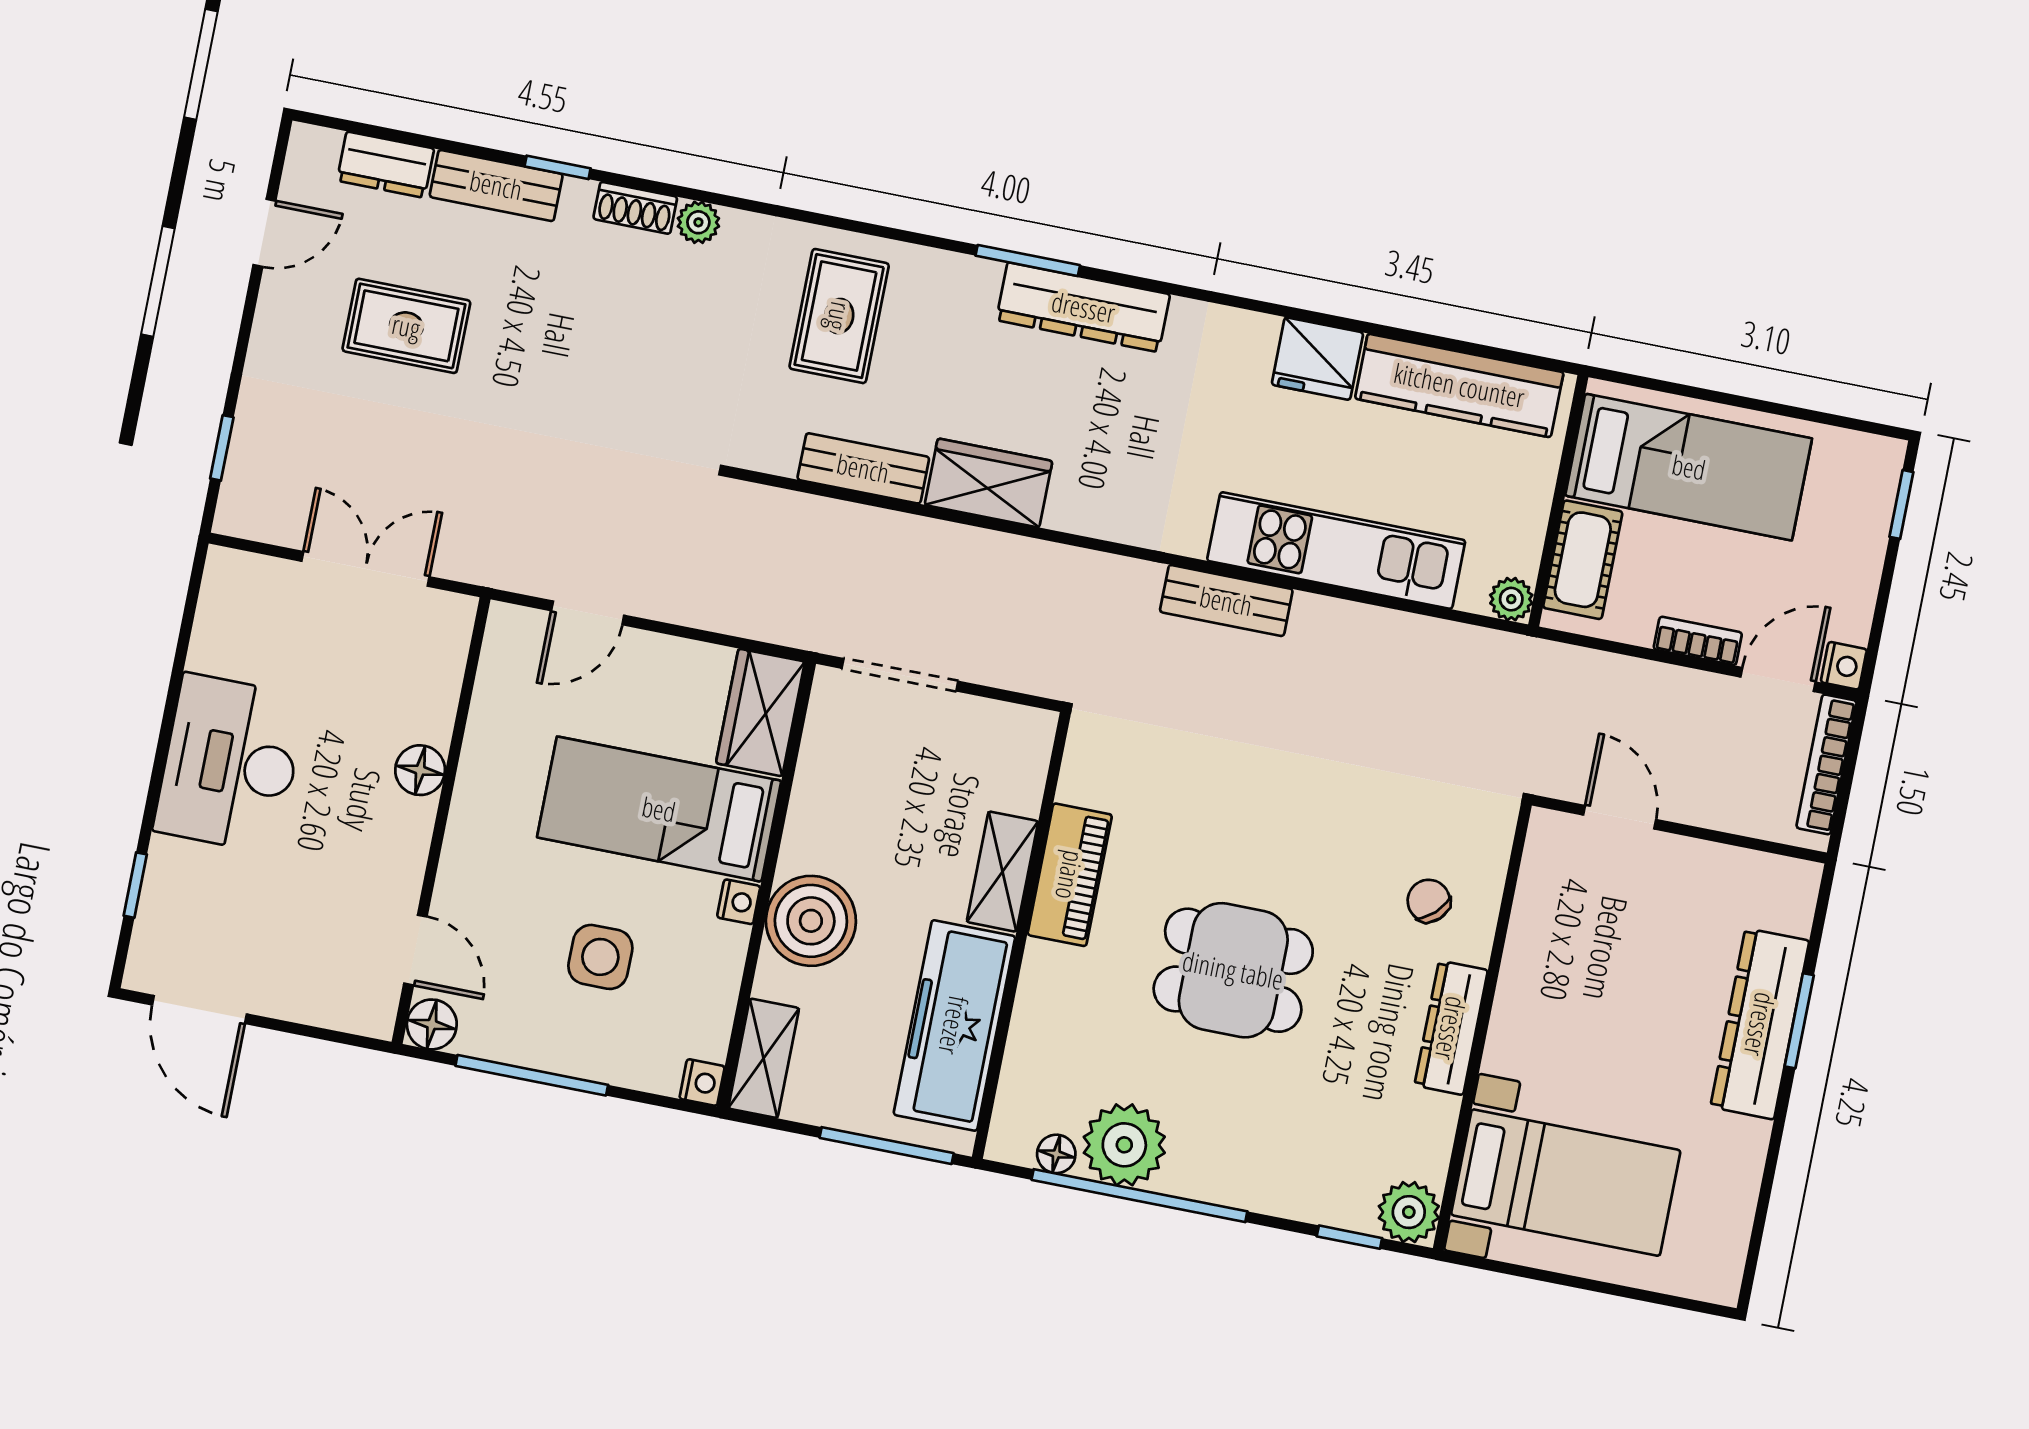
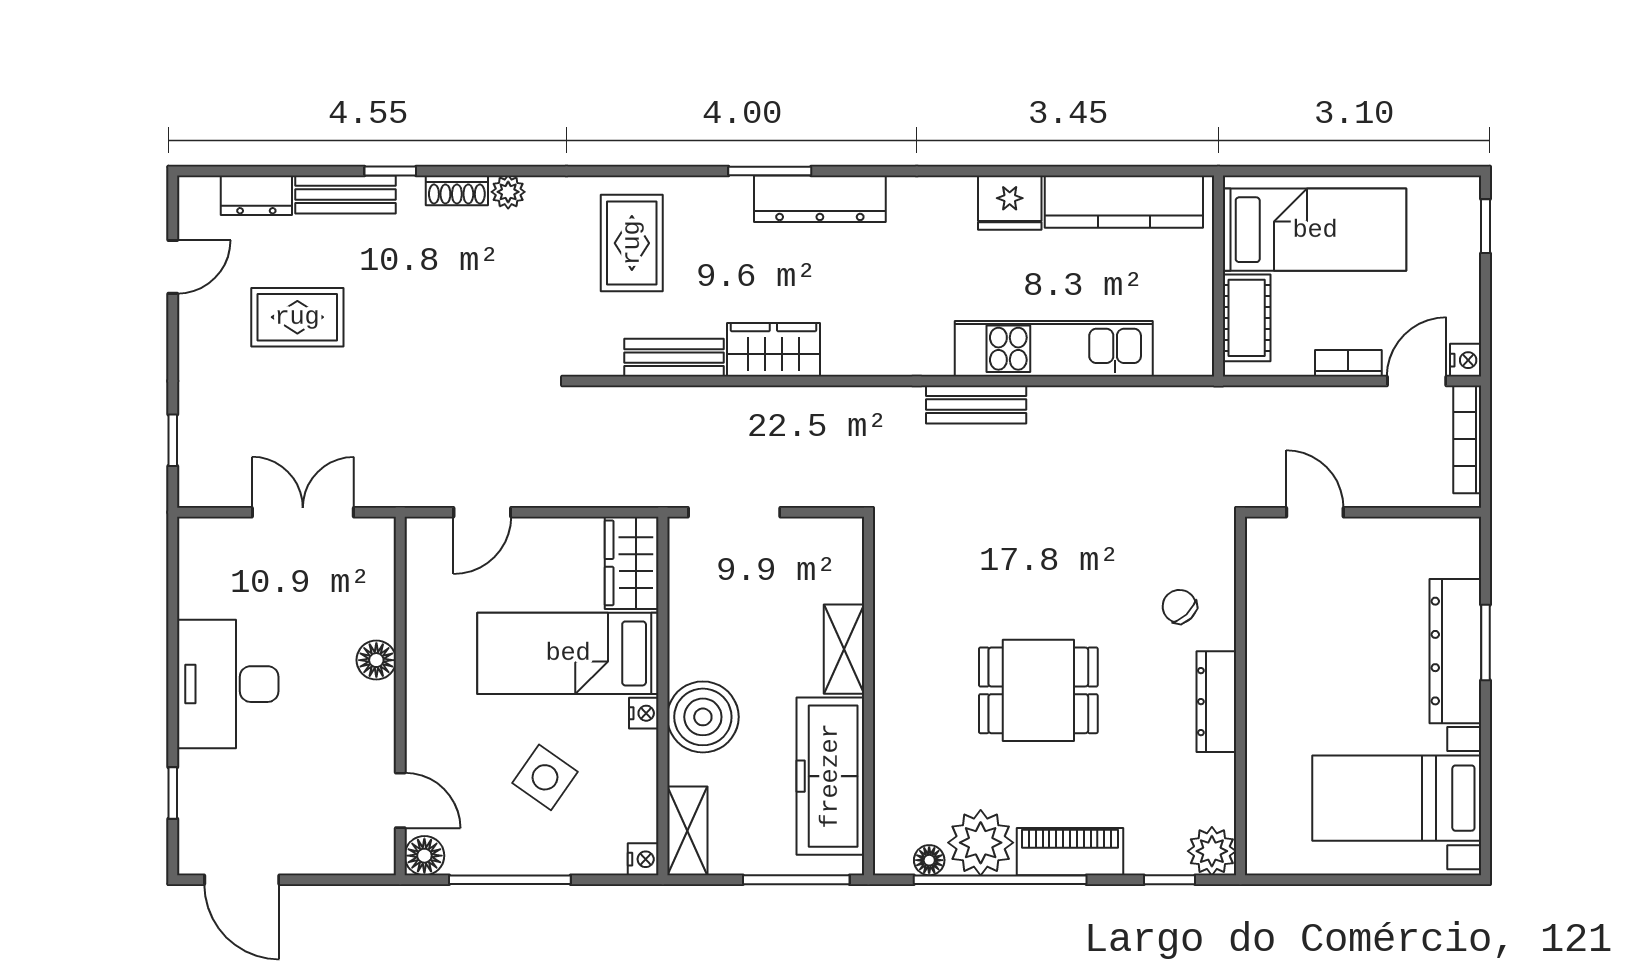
plant: (1511, 599) -> (1197, 359), removed
piano: (1070, 875) -> (1070, 852), moved, turned -90
side table: (600, 957) -> (545, 777), turned 35
bed with nightstands: (1566, 1183) -> (1397, 798), moved, turned 180

